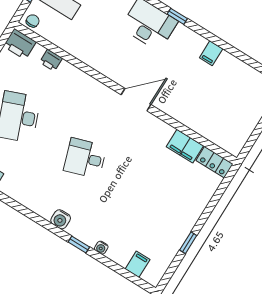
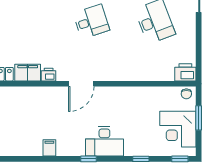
printer: (51, 60) -> (49, 75), moved

